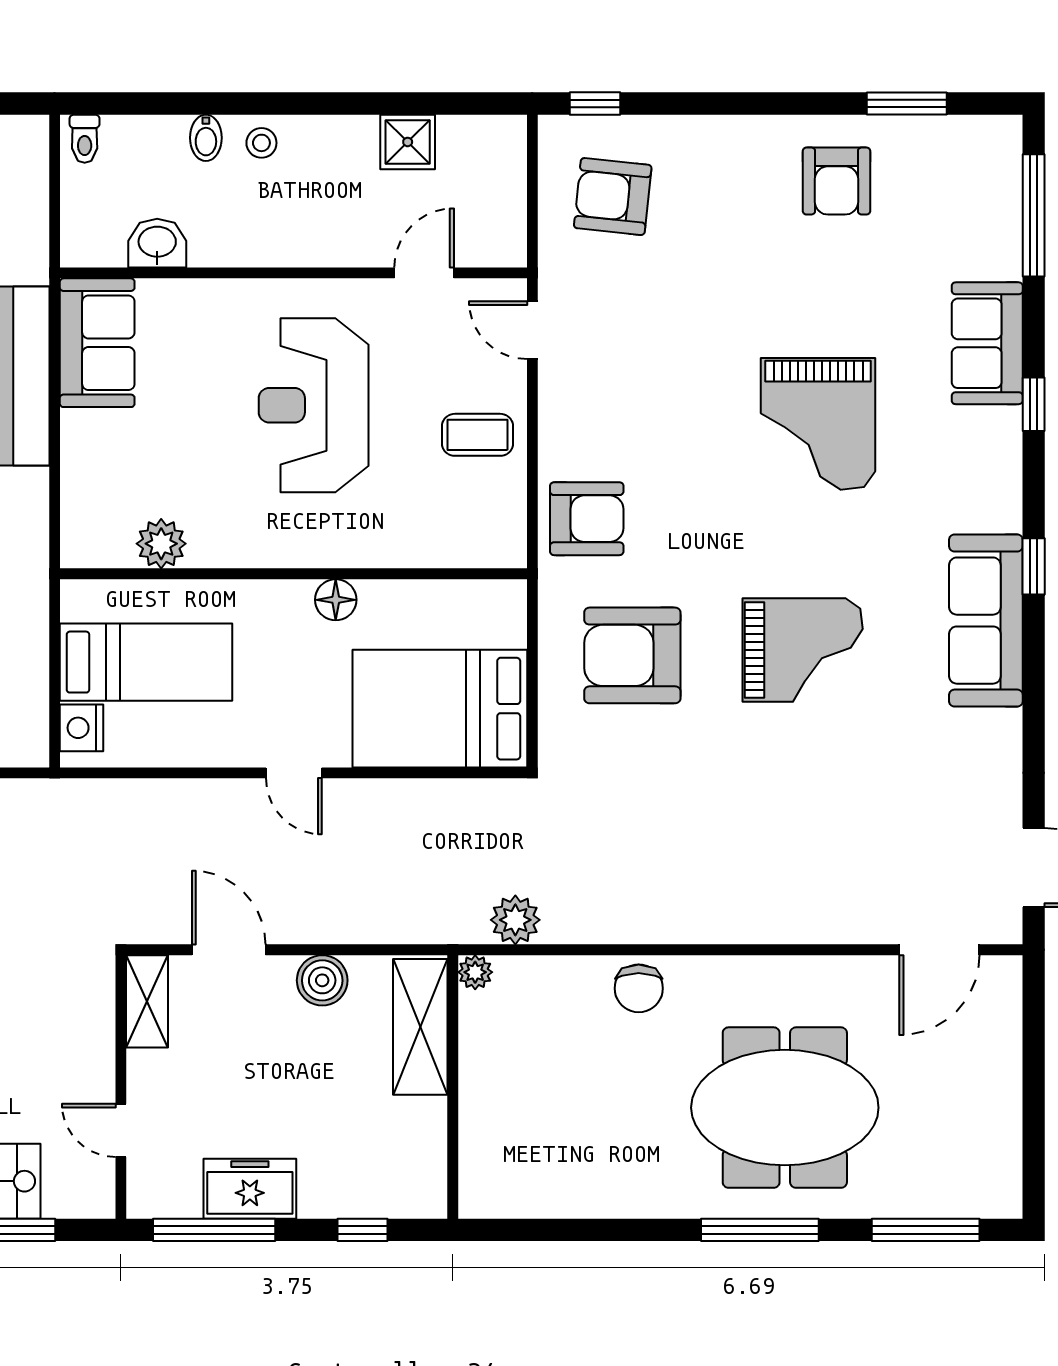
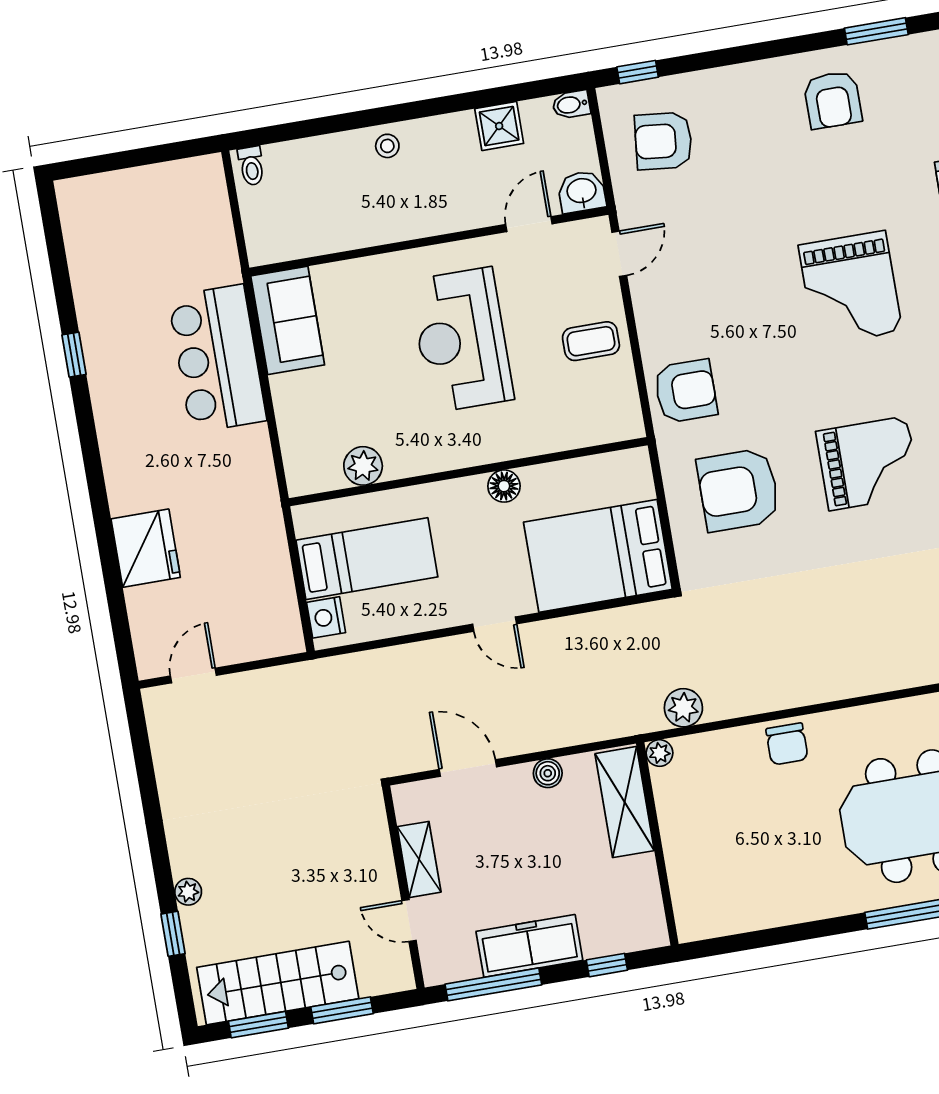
bidet: (206, 138) -> (571, 105), moved, turned 90
washbasin: (157, 243) -> (582, 192), moved
door: (532, 330) -> (619, 254), swing flipped
boiler: (322, 980) -> (548, 773), width x0.73, depth x0.73
shelving: (147, 1001) -> (419, 859), moved
freezer: (250, 1189) -> (529, 946), width x1.40

